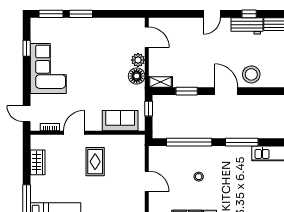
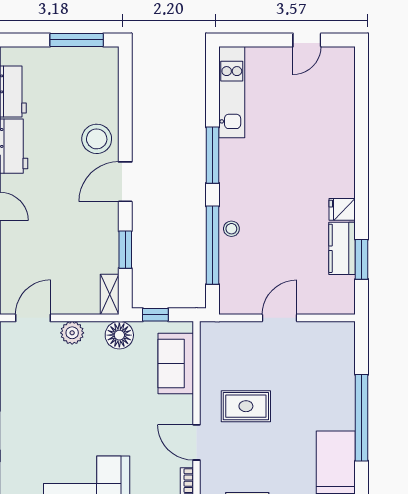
floor lamp: (137, 76) -> (119, 335), moved
stool: (199, 177) -> (231, 229), moved

